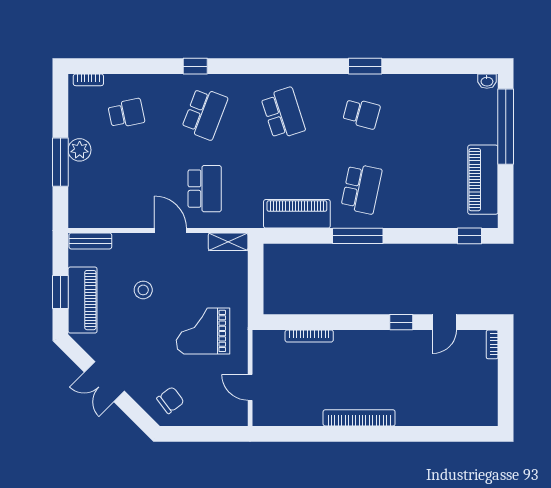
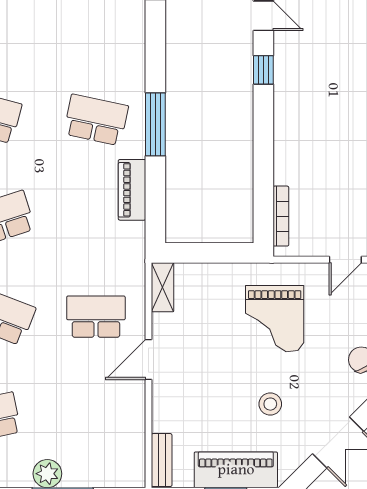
piano: (297, 214) -> (132, 190), width x0.73, depth x0.75
stool: (143, 290) -> (270, 404), moved
bookcase: (309, 336) -> (281, 216), moved

